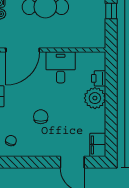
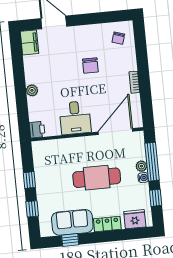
printer: (99, 78) -> (37, 130), moved
plant: (95, 98) -> (32, 90), width x0.53, depth x0.53

